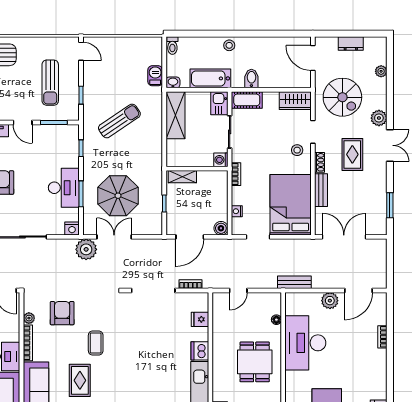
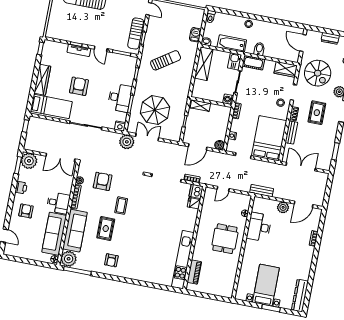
sun lounger: (50, 83) -> (136, 33), moved
desk: (305, 343) -> (259, 227), width x0.73, depth x0.77
dishwasher: (200, 351) -> (196, 191), moved

